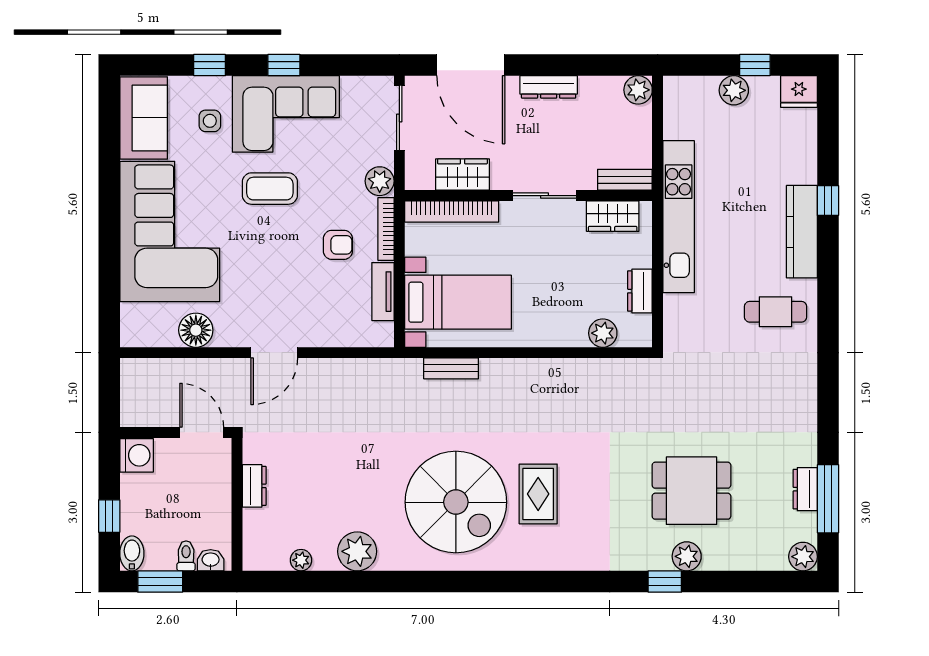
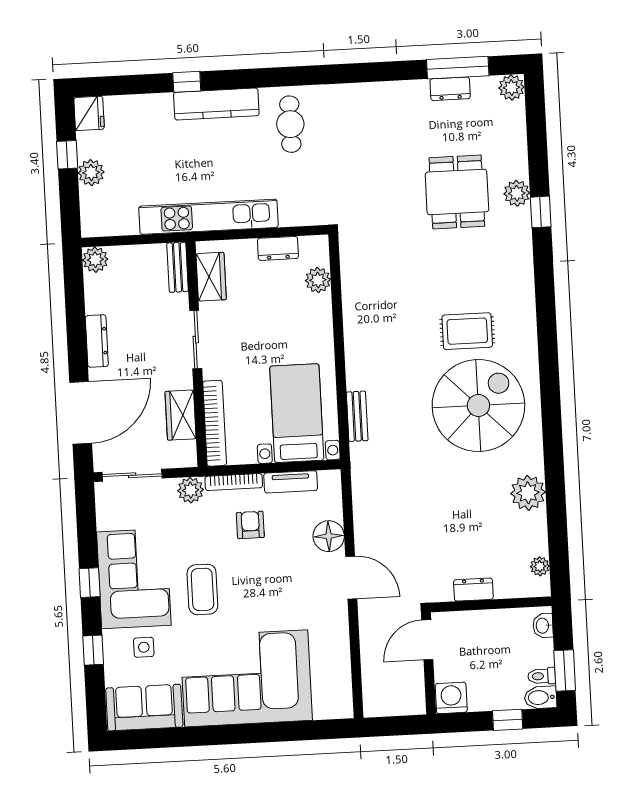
floor lamp: (196, 330) -> (329, 536), moved
toilet: (186, 556) -> (542, 676), moved
plant: (301, 560) -> (540, 566), moved

